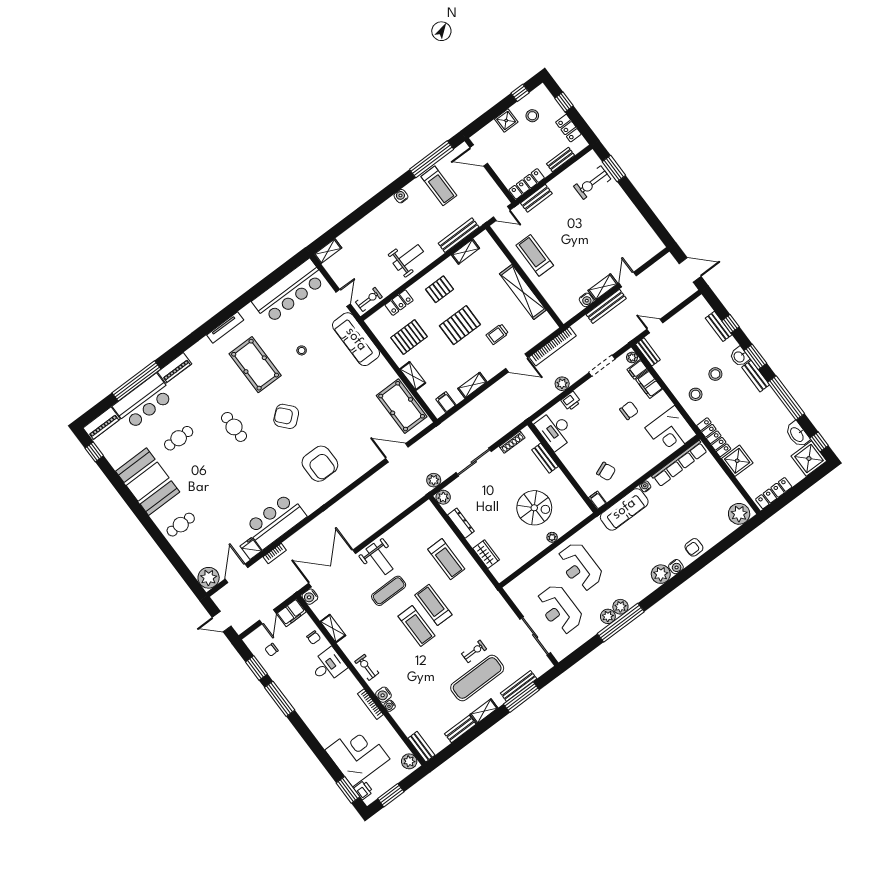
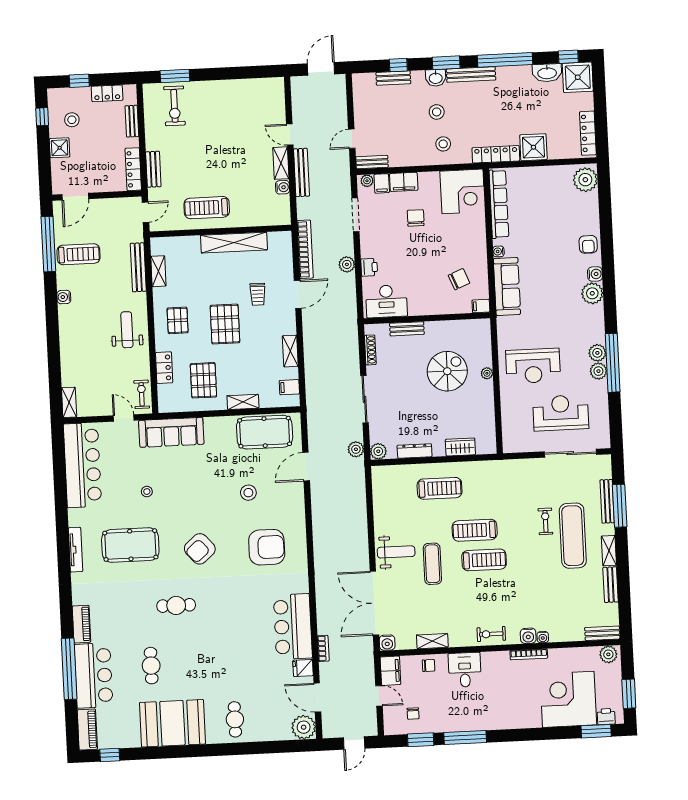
bench: (756, 376) -> (471, 75), width x1.36
stool: (350, 424) -> (248, 493), added
reception desk: (559, 610) -> (561, 413), turned 180

